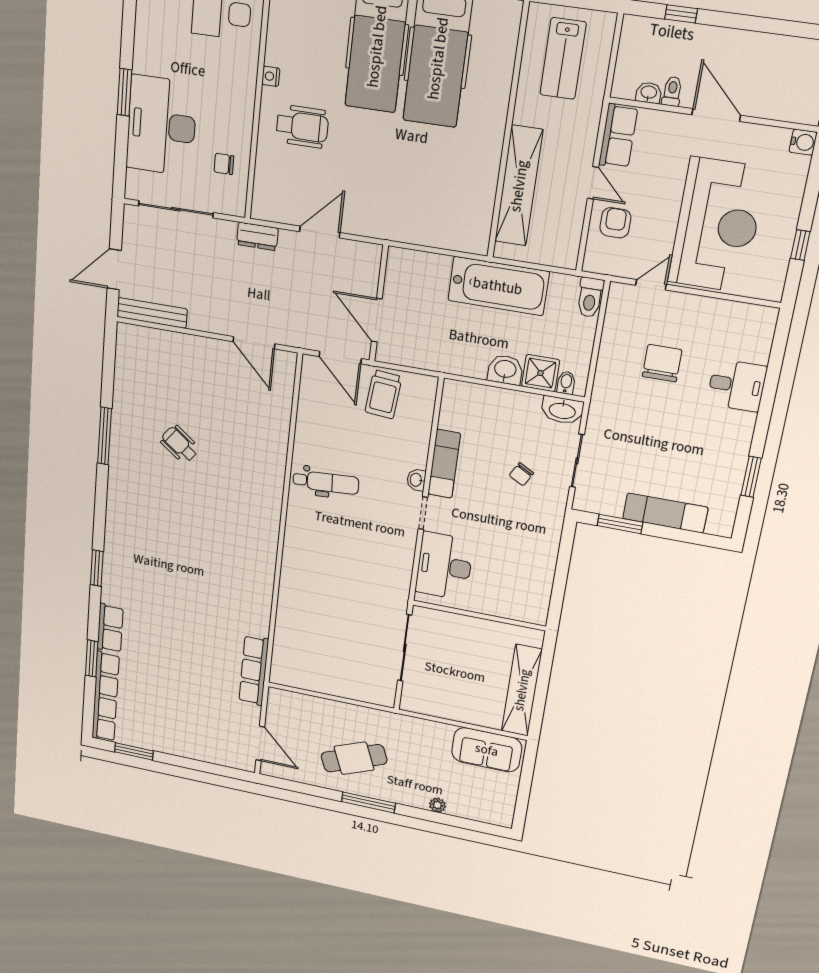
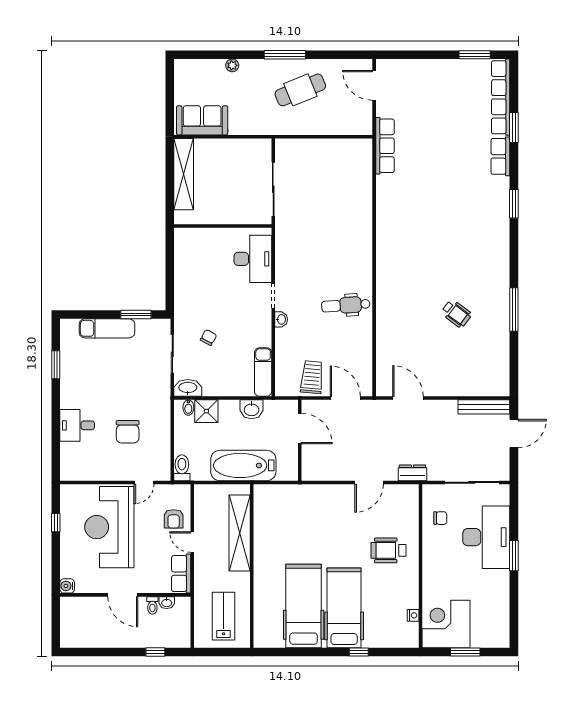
nightstand: (271, 76) -> (413, 615), moved
wall: (379, 304) -> (300, 440), moved
door: (377, 320) -> (300, 429), moved
washbasin: (505, 370) -> (252, 409), moved
exam couch: (444, 464) -> (263, 372), moved

